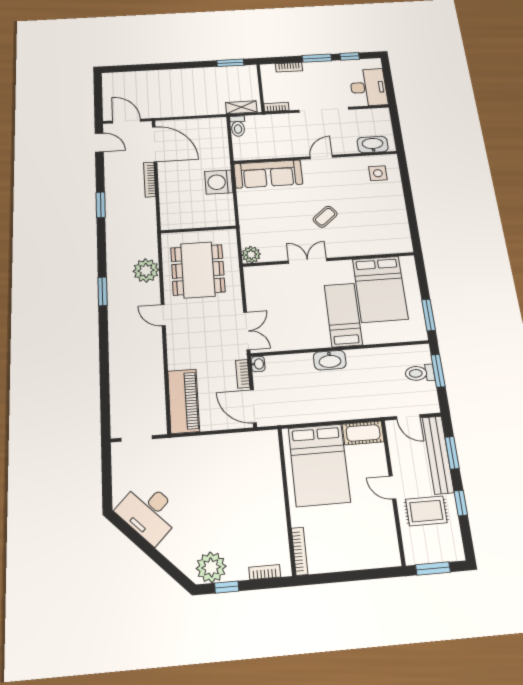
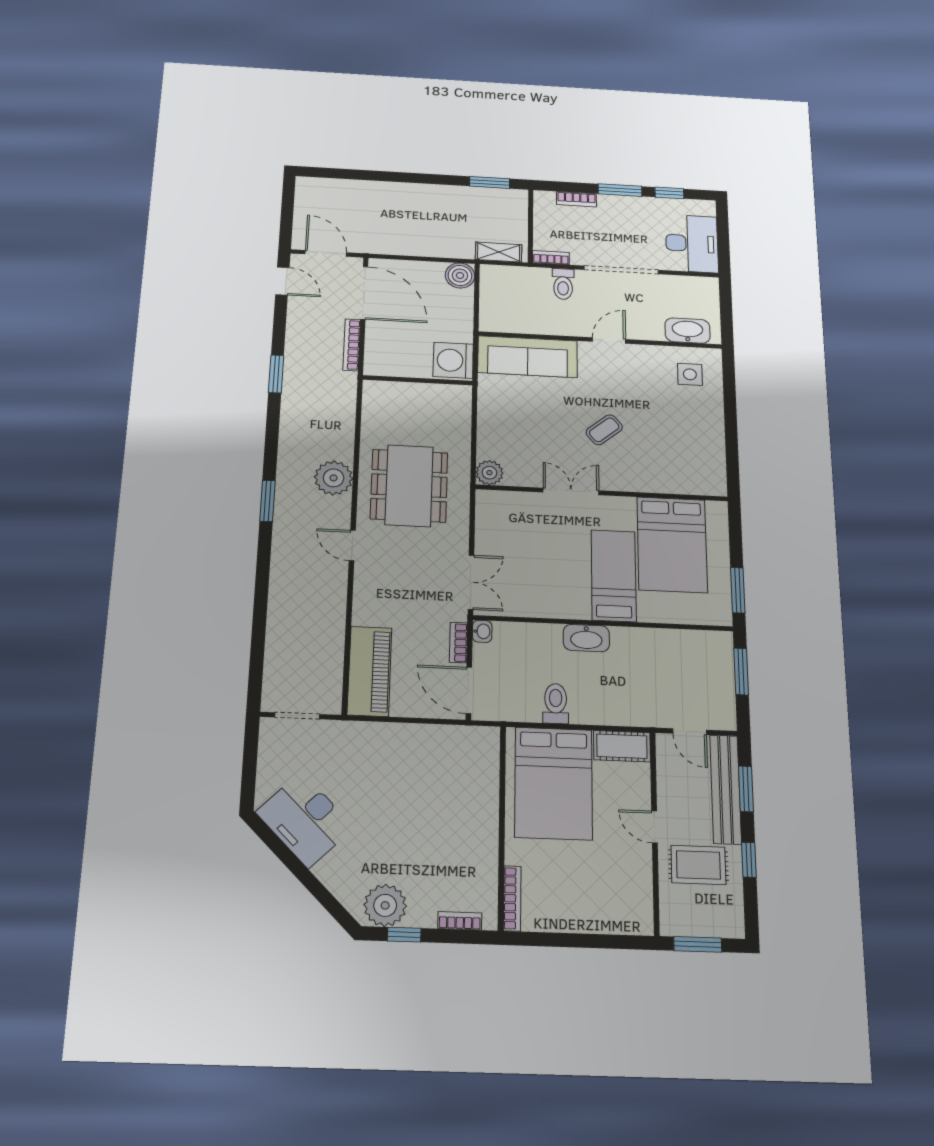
boiler: (217, 126) -> (460, 275), added
toilet: (238, 126) -> (563, 284), moved
wall: (198, 229) -> (418, 380), moved
toilet: (420, 373) -> (556, 704), moved, turned 90

